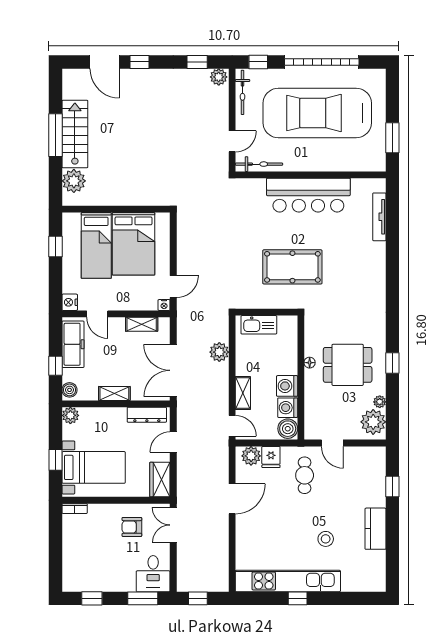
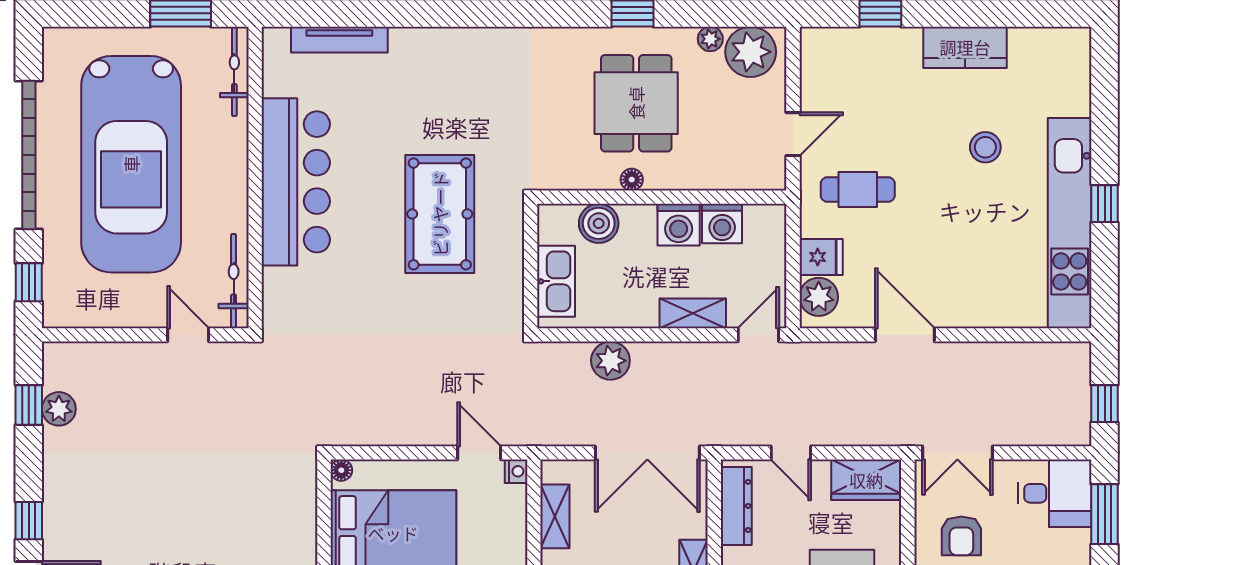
plant: (219, 77) -> (59, 409), moved
bicycle: (242, 92) -> (234, 71), moved, turned -90
floor lamp: (165, 218) -> (341, 470), added
boiler: (288, 429) -> (599, 223), moved

